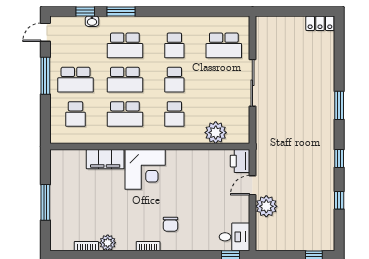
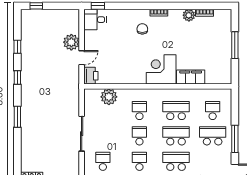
school desk: (224, 45) -> (103, 161), width x0.54

